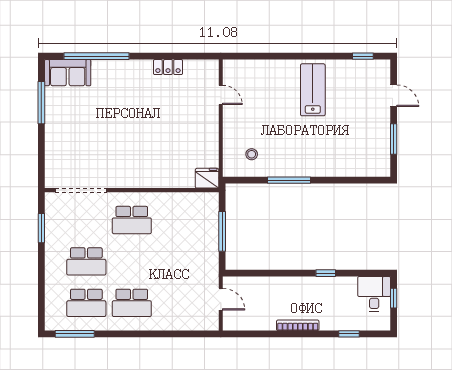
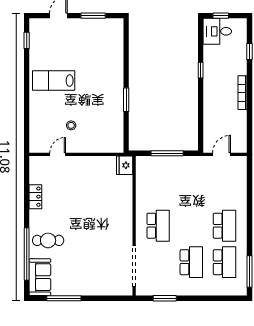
cafe table: (113, 83) -> (48, 240), added
stool: (252, 154) -> (71, 125), moved
window: (289, 180) -> (126, 100), width x0.69

